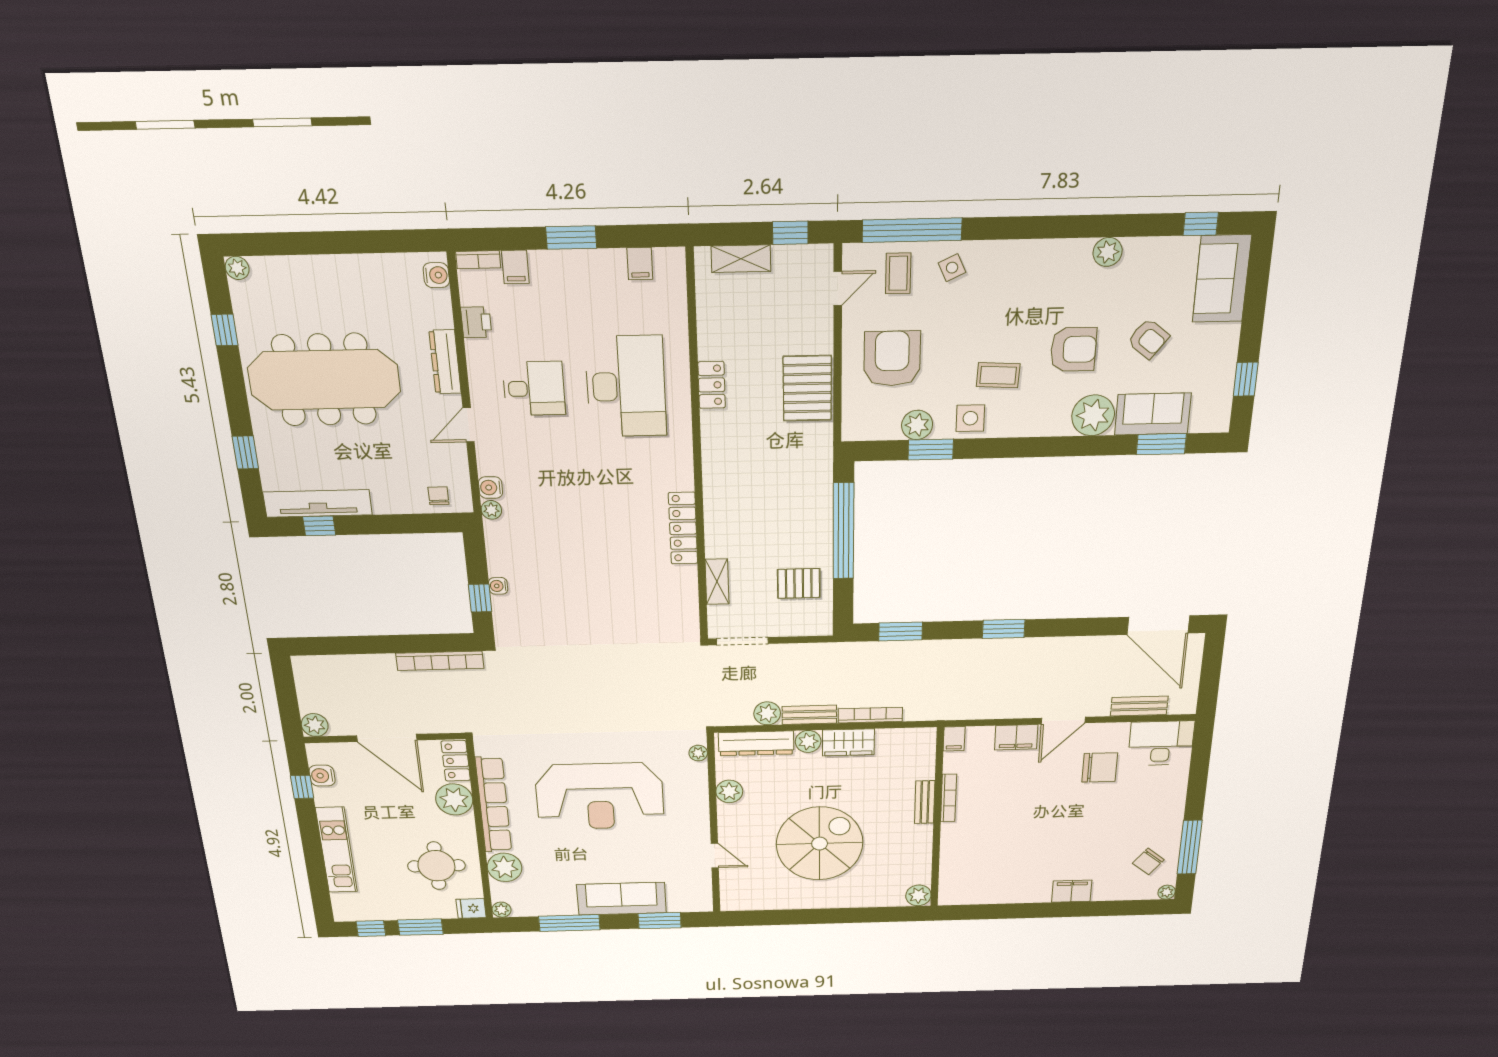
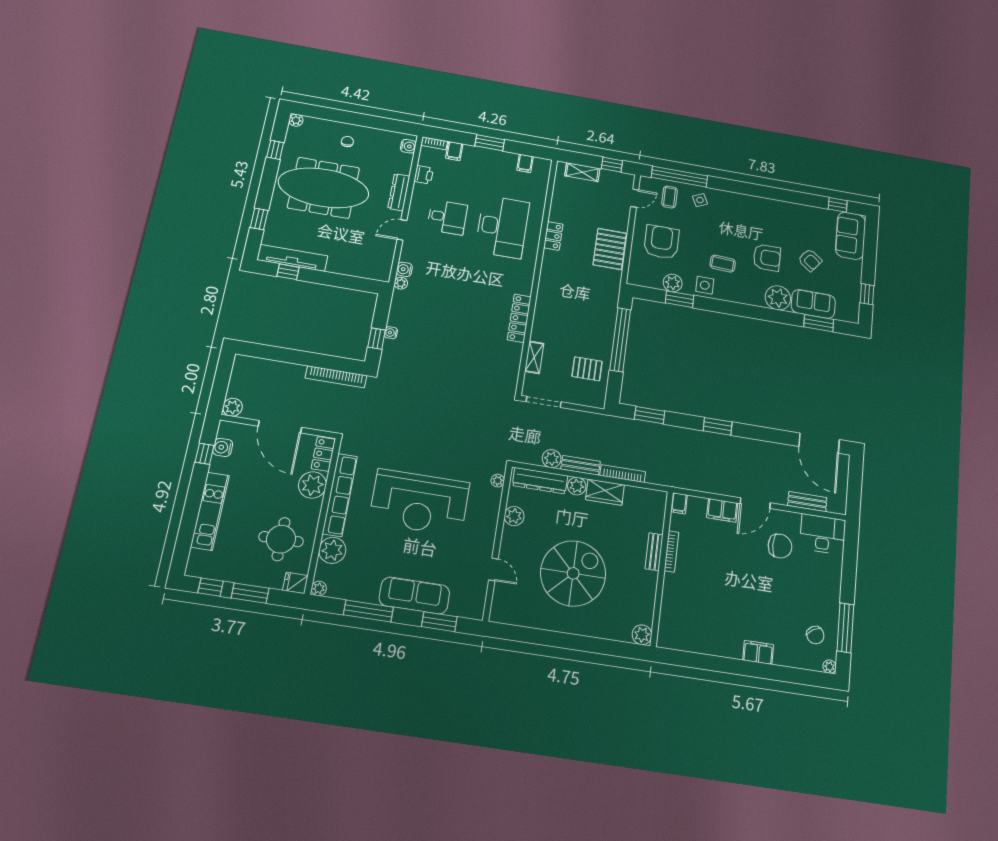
plant: (1108, 252) -> (787, 209), removed
chair: (438, 496) -> (347, 142), moved
chair: (1148, 861) -> (815, 635), turned -70

